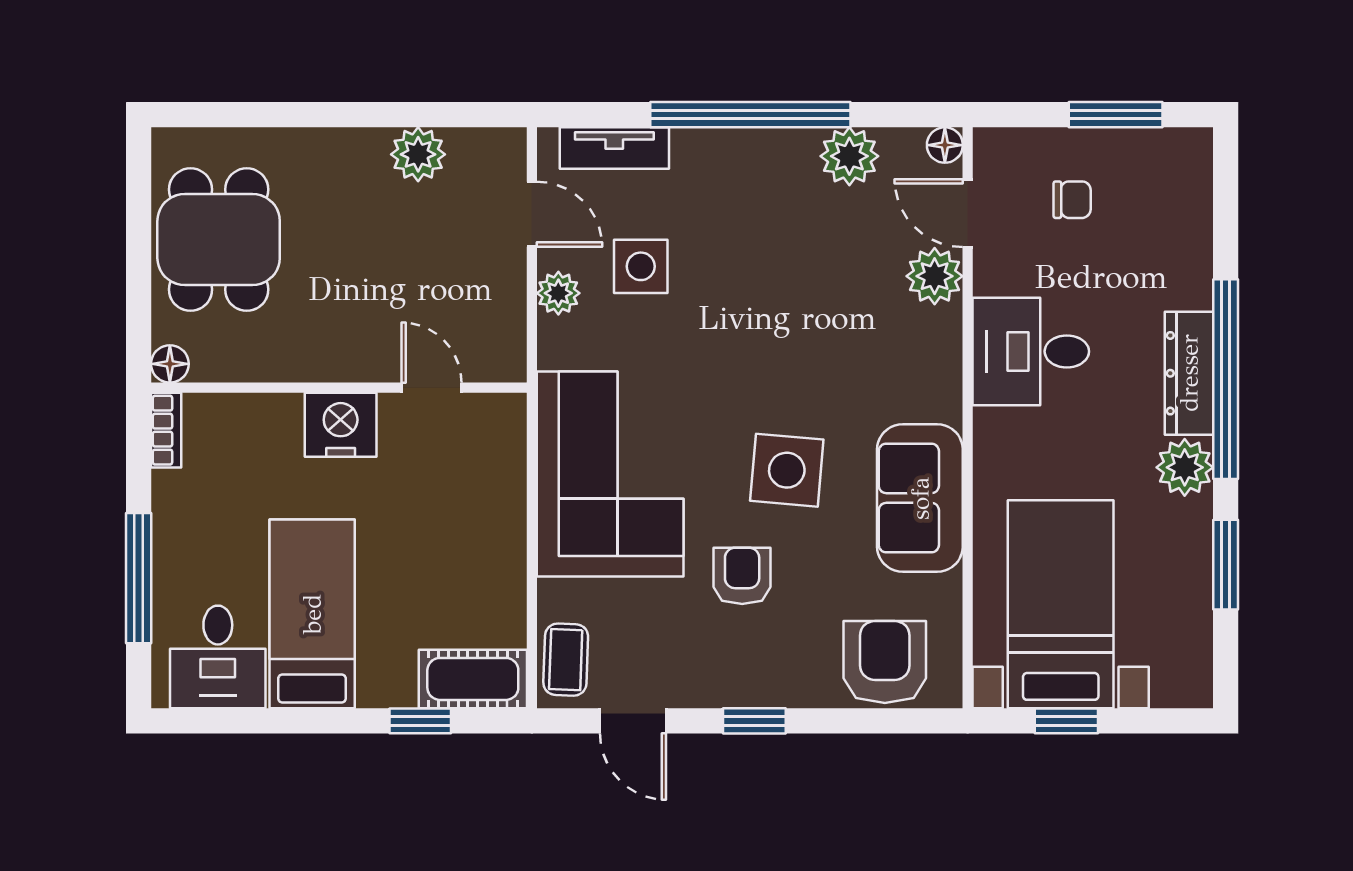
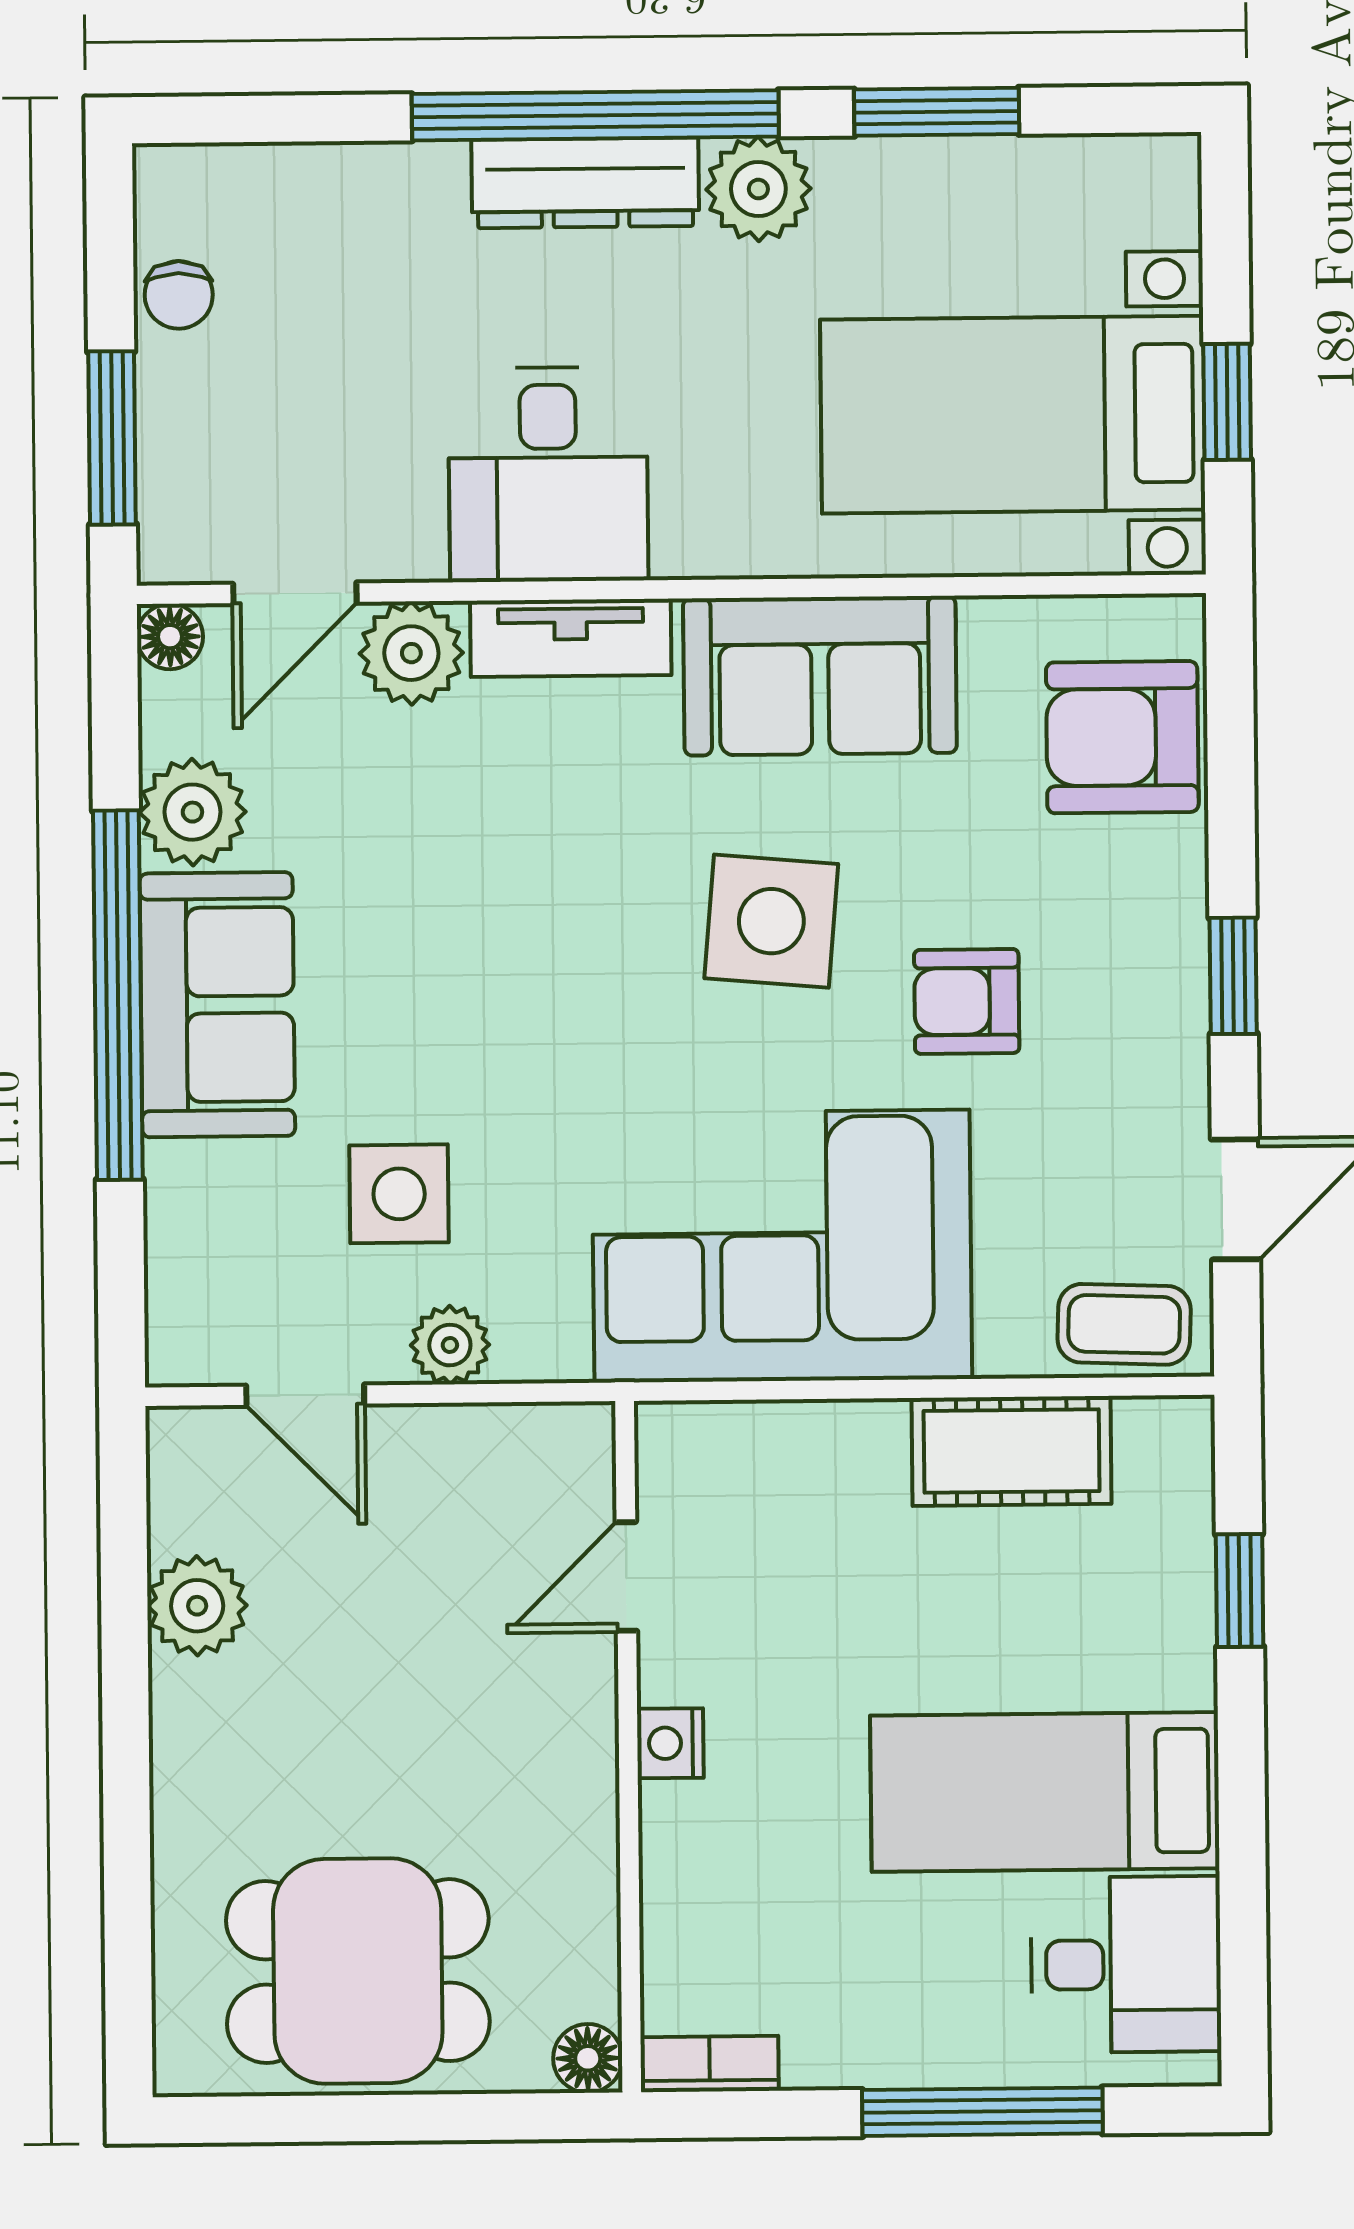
window: (1116, 115) -> (112, 438), moved
tv unit: (614, 148) -> (571, 638), moved, turned 90
sofa: (745, 169) -> (217, 1005), added
chair: (1072, 200) -> (179, 295), moved, turned 180
door: (532, 214) -> (305, 1395), swing flipped
nightstand: (341, 425) -> (670, 1743), width x0.53, depth x0.56
cot: (473, 679) -> (1012, 1451), moved, turned 90

